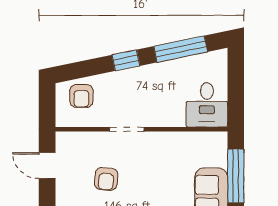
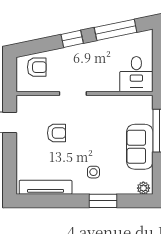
armchair: (81, 96) -> (37, 67), turned -90
armchair: (106, 179) -> (56, 133), turned -95

